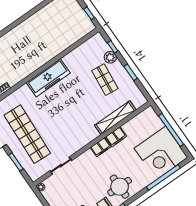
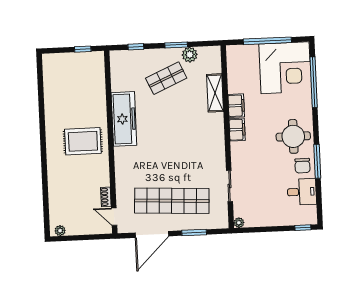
rug: (29, 52) -> (83, 141), added
plant: (110, 57) -> (190, 55), moved
freezer: (48, 78) -> (124, 119), moved
shop shelf: (105, 80) -> (166, 78), turned -30
shelving: (115, 118) -> (215, 93), width x0.68

